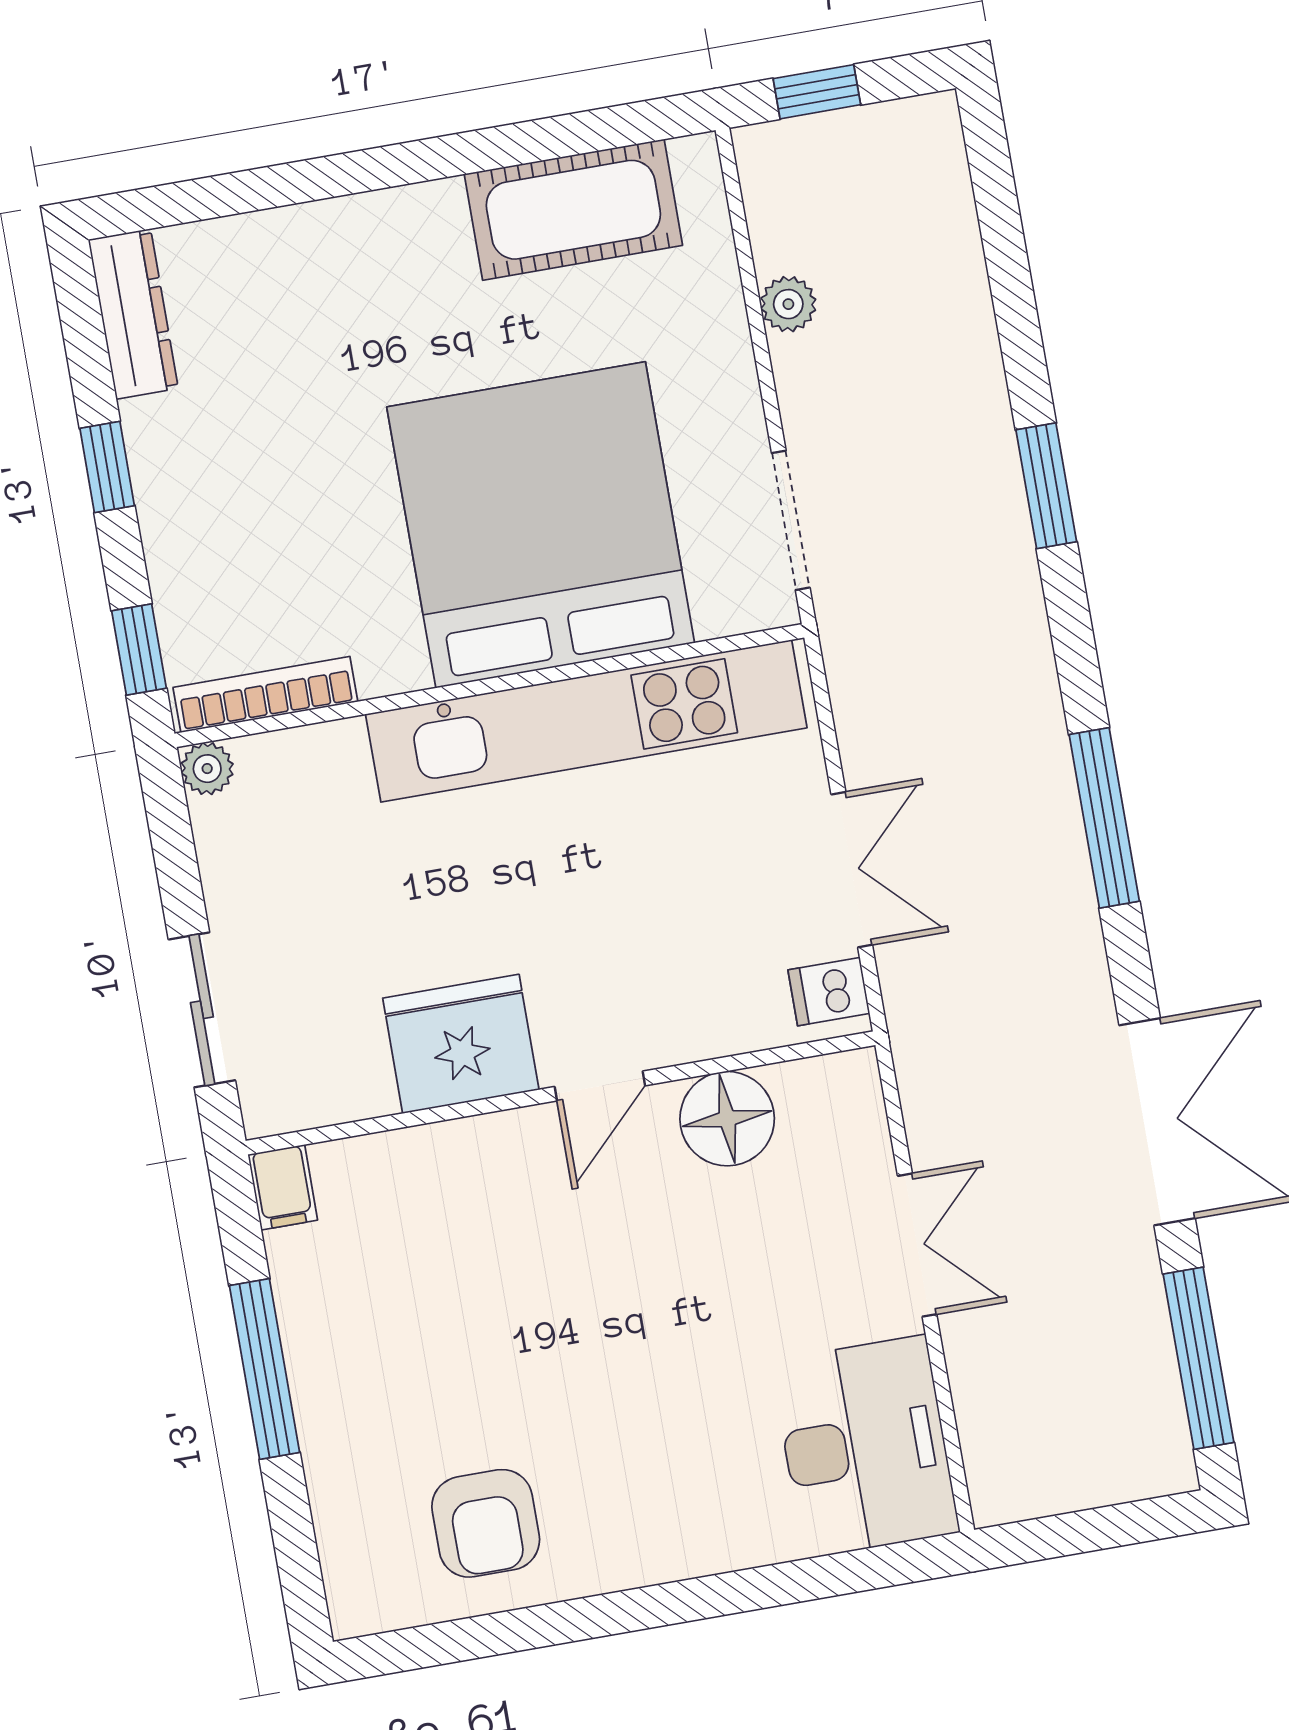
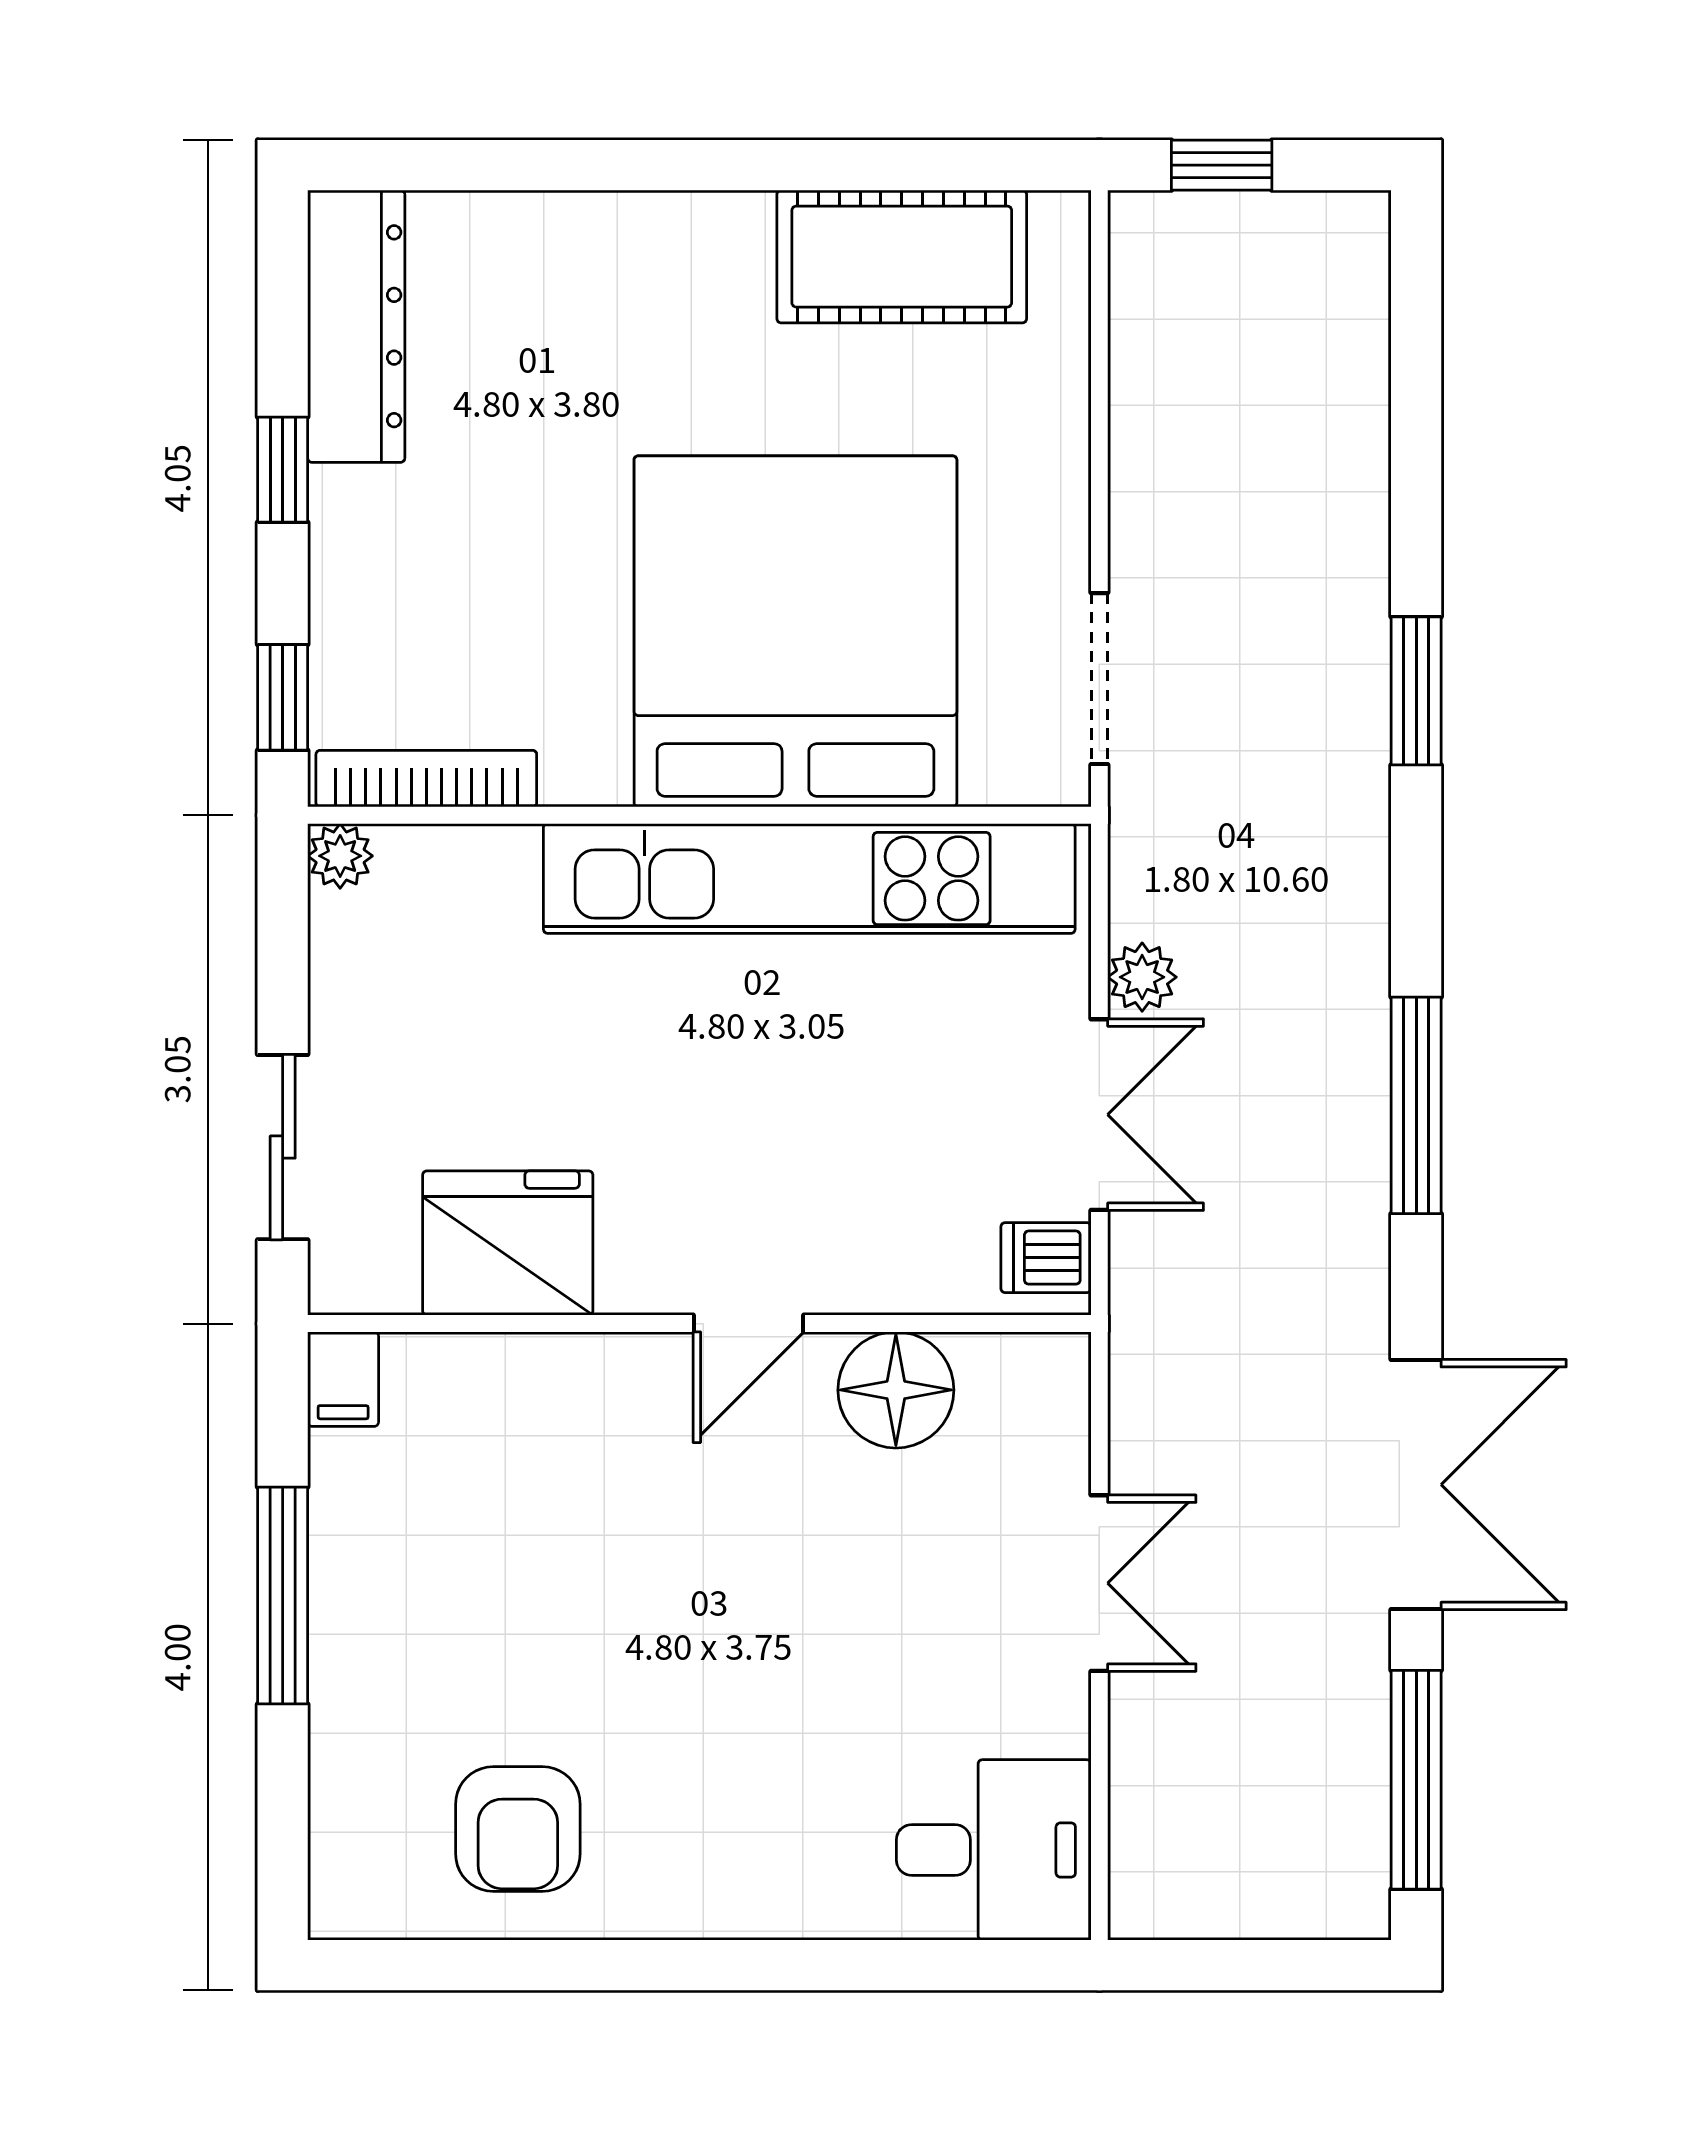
plant: (788, 304) -> (1142, 977), moved
dresser: (133, 314) -> (356, 326), width x1.37, depth x1.24
fridge: (461, 1044) -> (508, 1243), moved
desk: (865, 1447) -> (994, 1850), width x0.73

